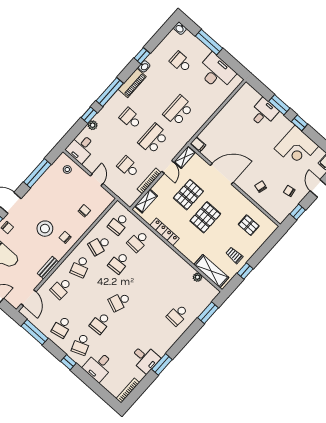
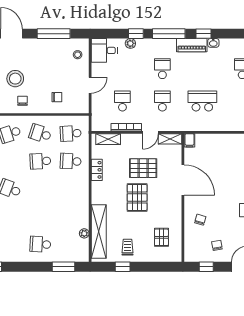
window: (142, 56) -> (204, 34), moved
school desk: (153, 139) -> (162, 101), width x0.54
pallet: (205, 217) -> (137, 197), turned 90
locker: (164, 232) -> (97, 170), width x0.66
shelving: (211, 271) -> (99, 232), width x1.47

